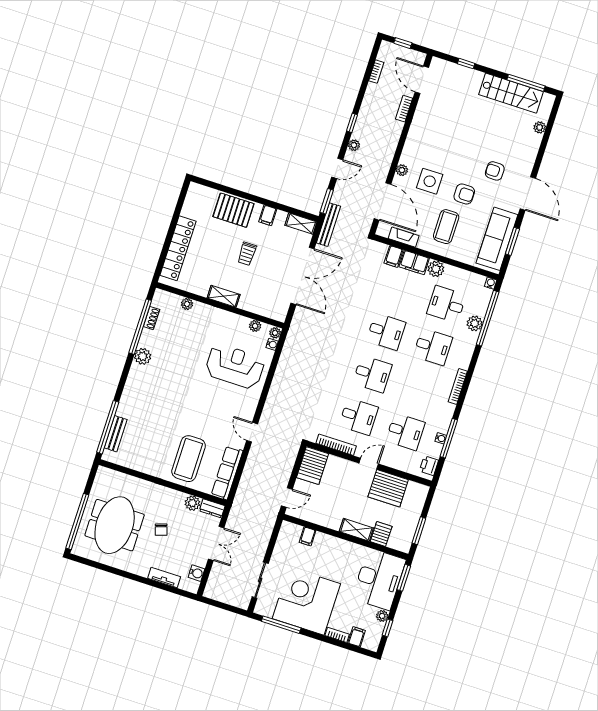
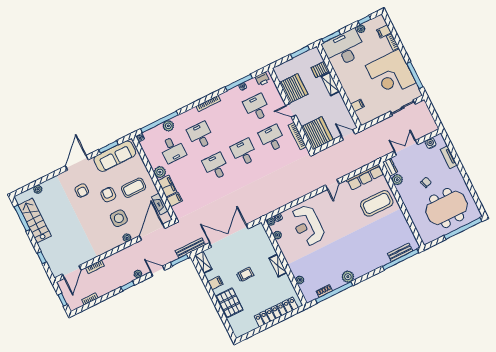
server rack: (312, 466) -> (317, 133), width x1.60

